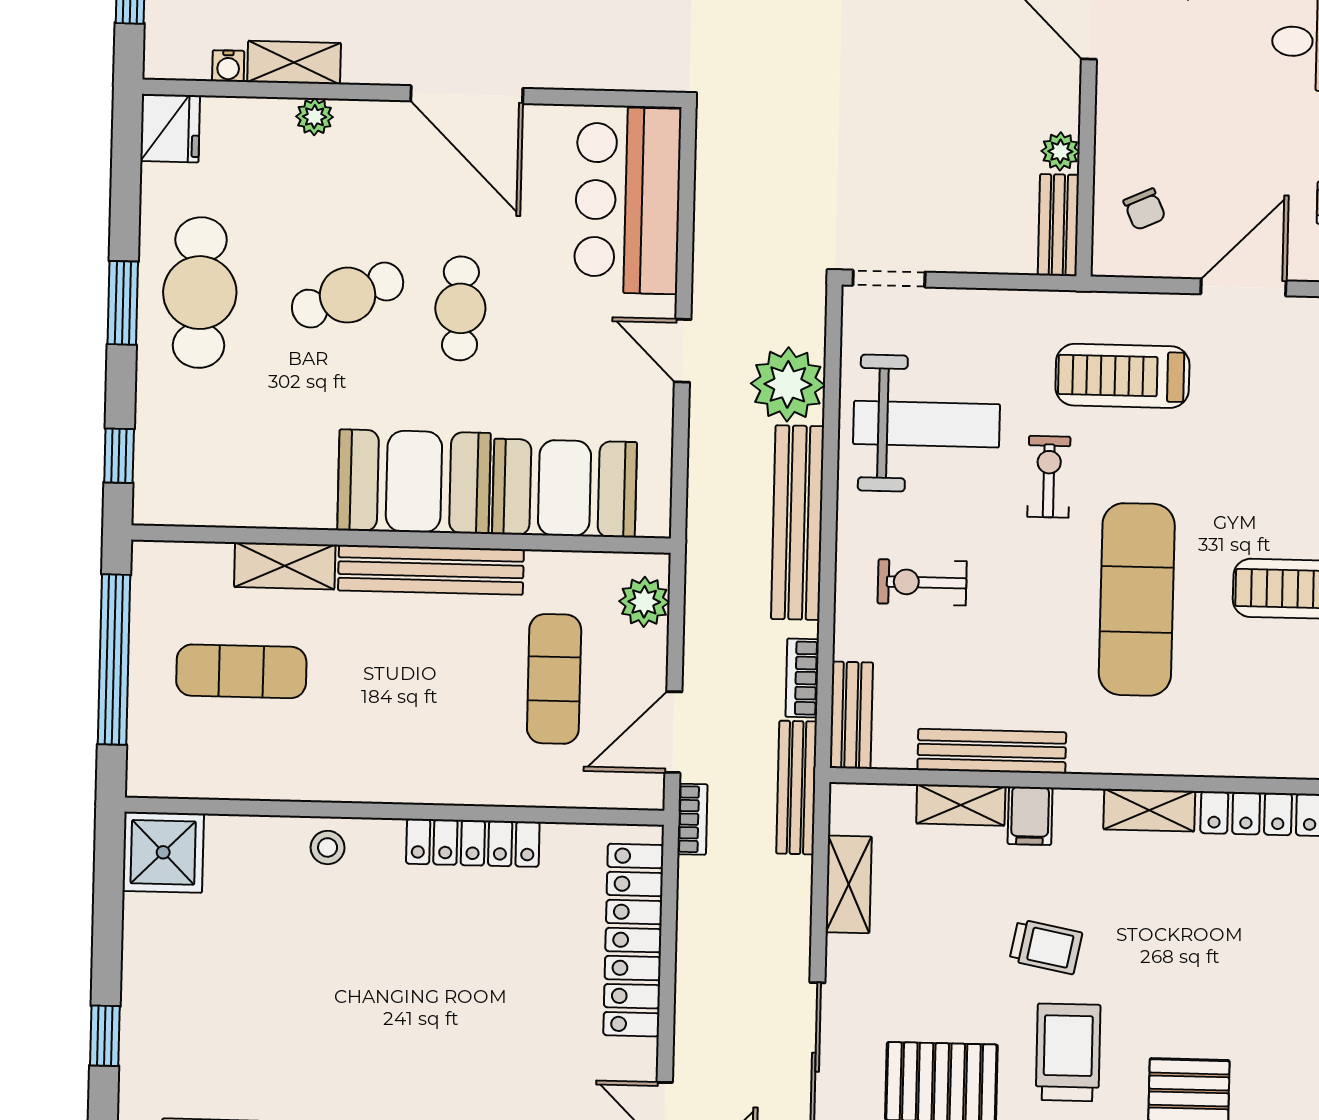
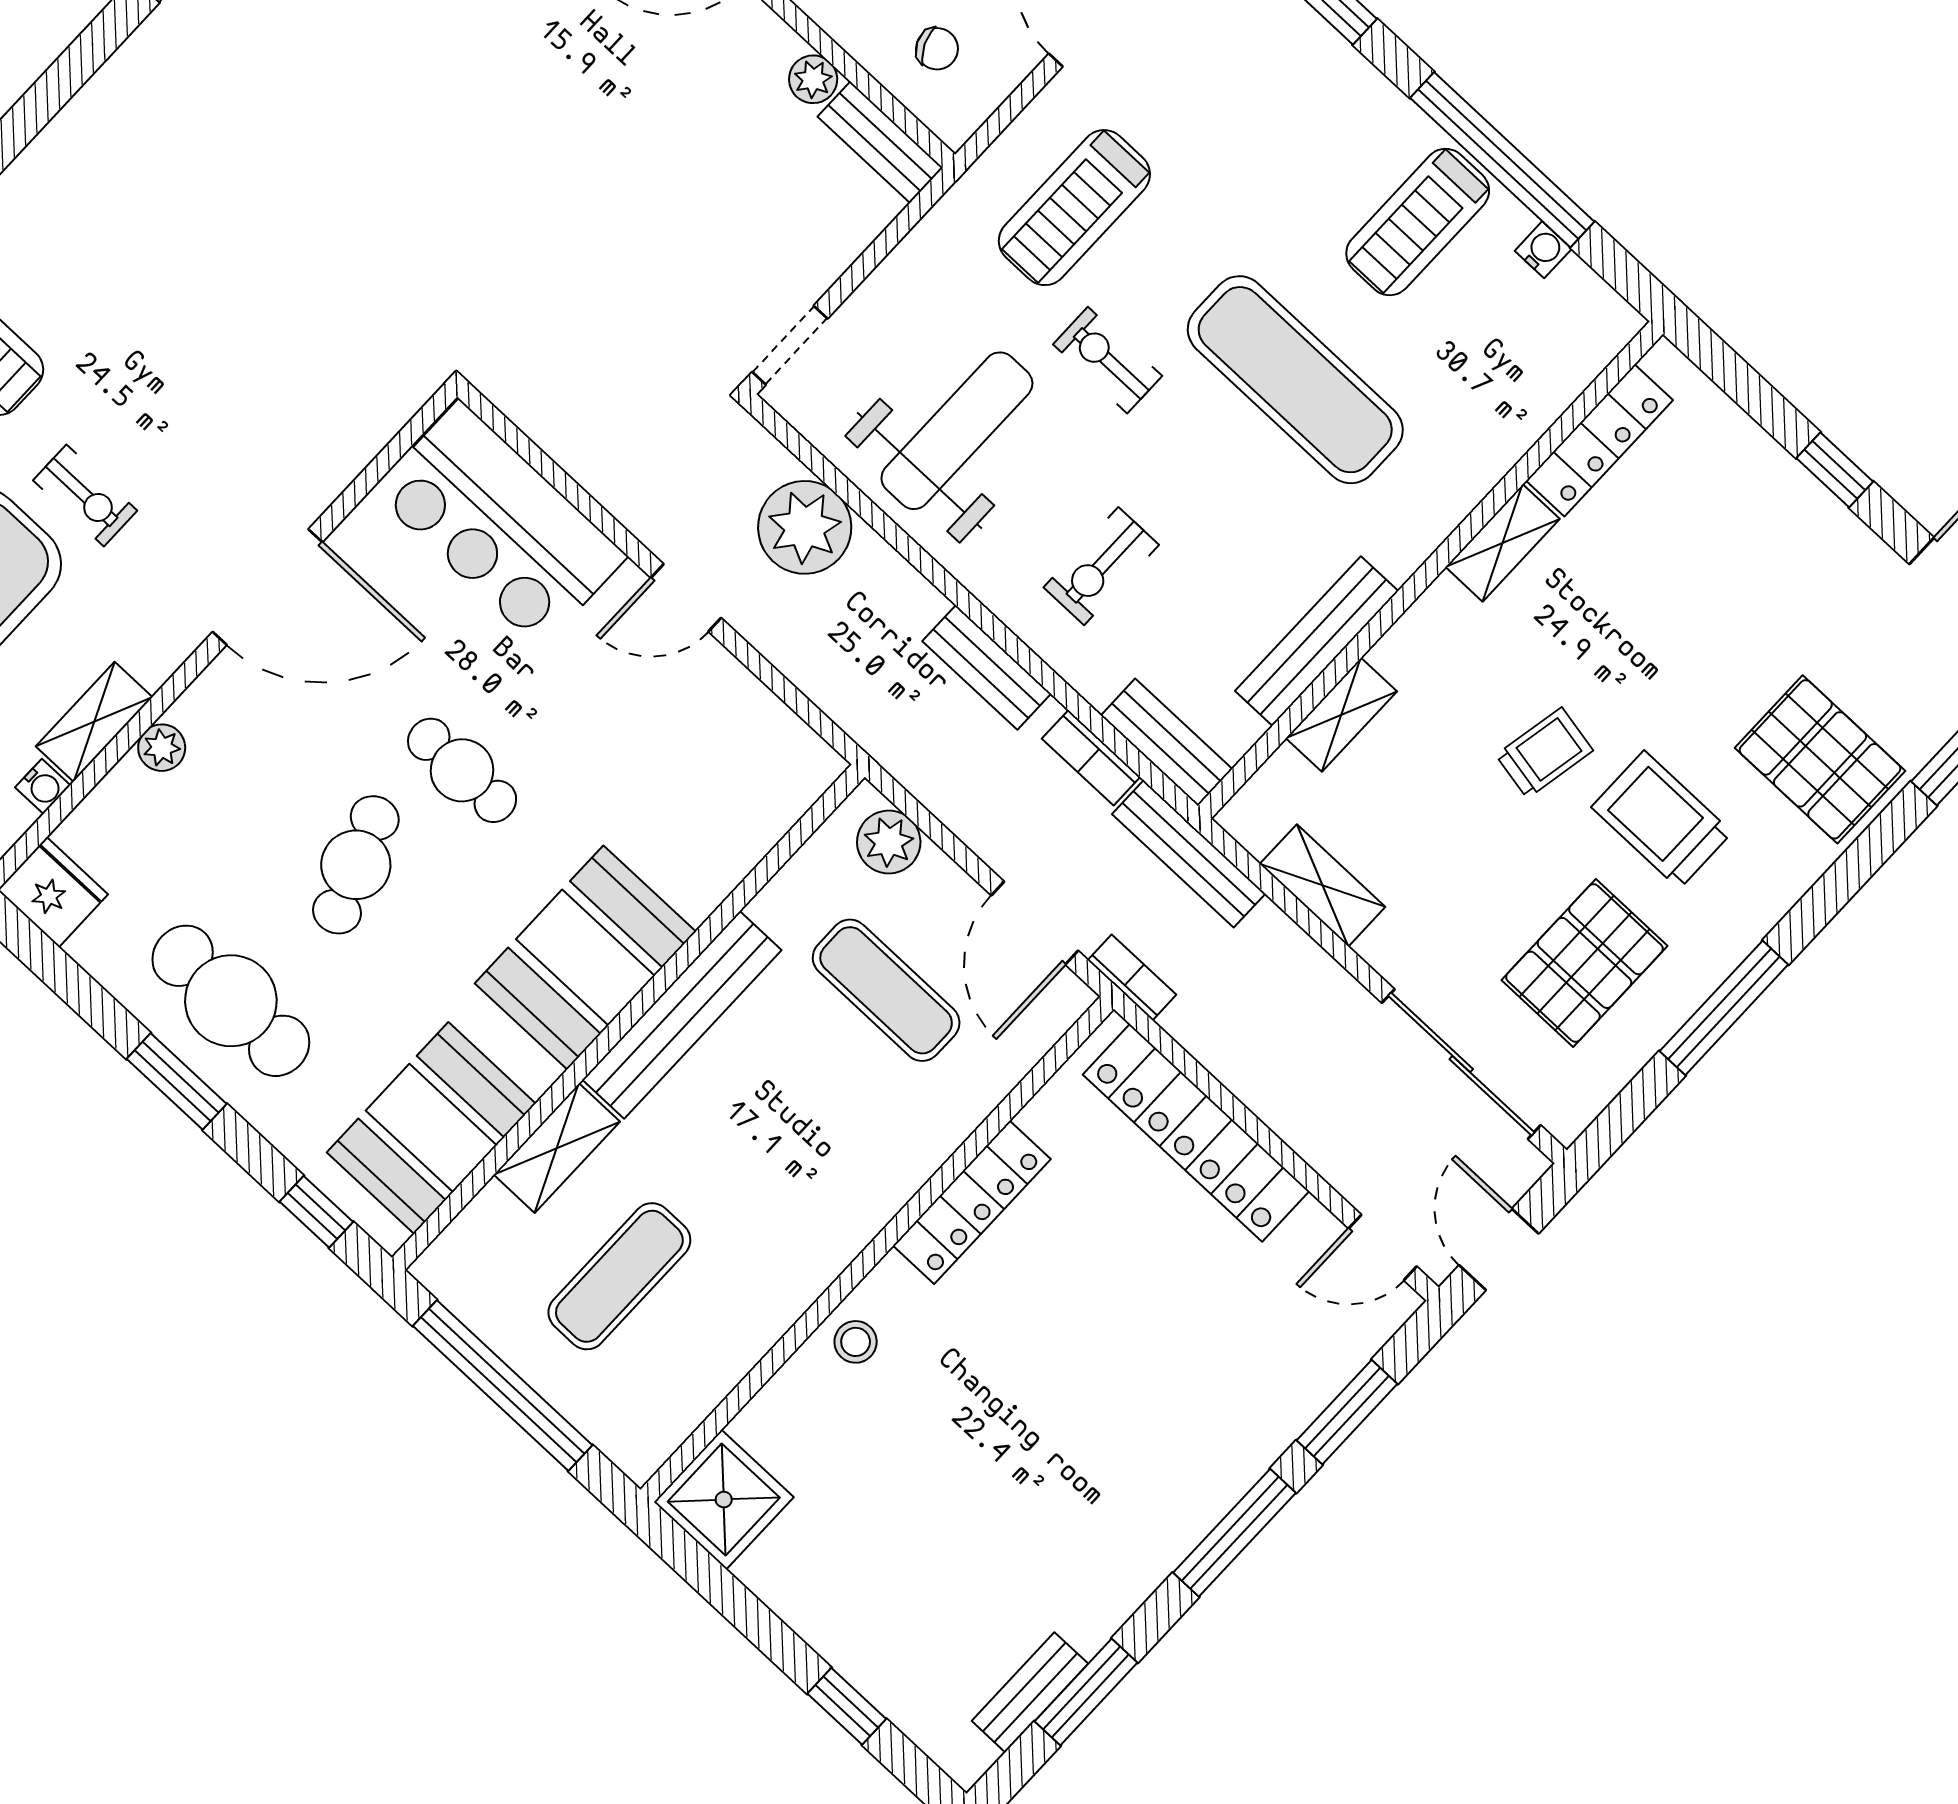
booth: (564, 488) -> (431, 1128), moved
bench: (798, 523) -> (987, 667), width x0.54, depth x0.82
filing cabinet: (1030, 816) -> (1409, 659), removed

